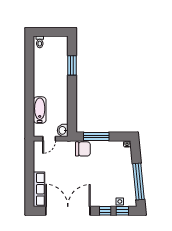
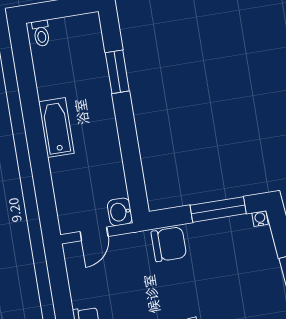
bathtub: (40, 110) -> (56, 128), moved
window: (96, 137) -> (218, 209), moved

